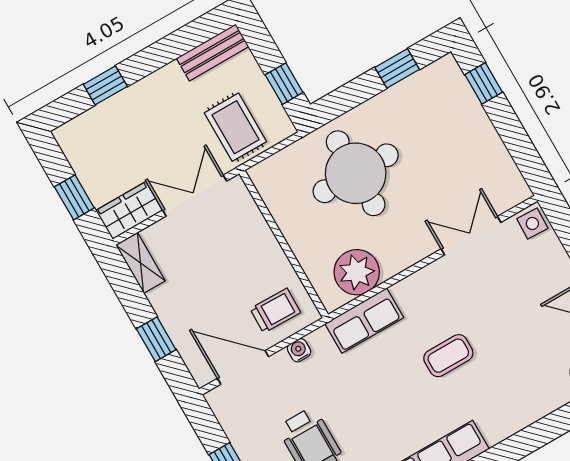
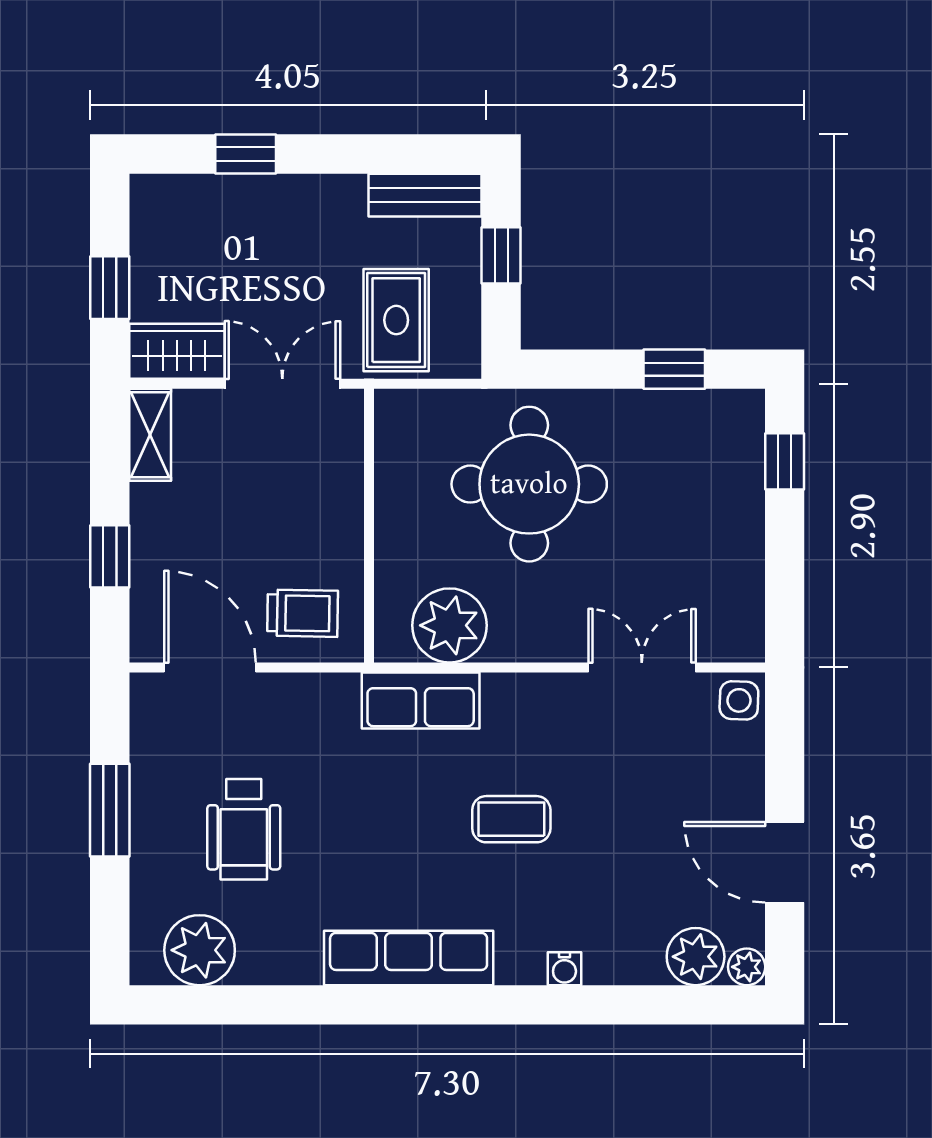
window: (284, 84) -> (501, 255), moved
water cooler: (299, 350) -> (564, 969), moved, turned 180

